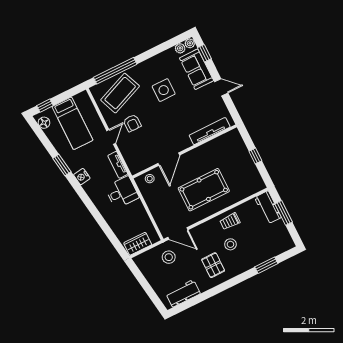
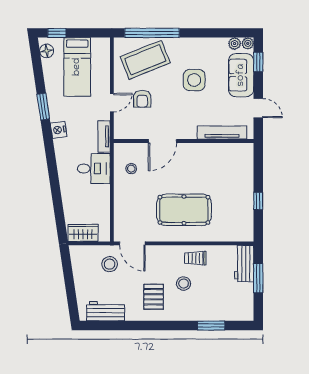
tv unit: (210, 131) -> (222, 133), moved
wall: (184, 151) -> (184, 141), moved
door: (169, 159) -> (162, 141), moved

